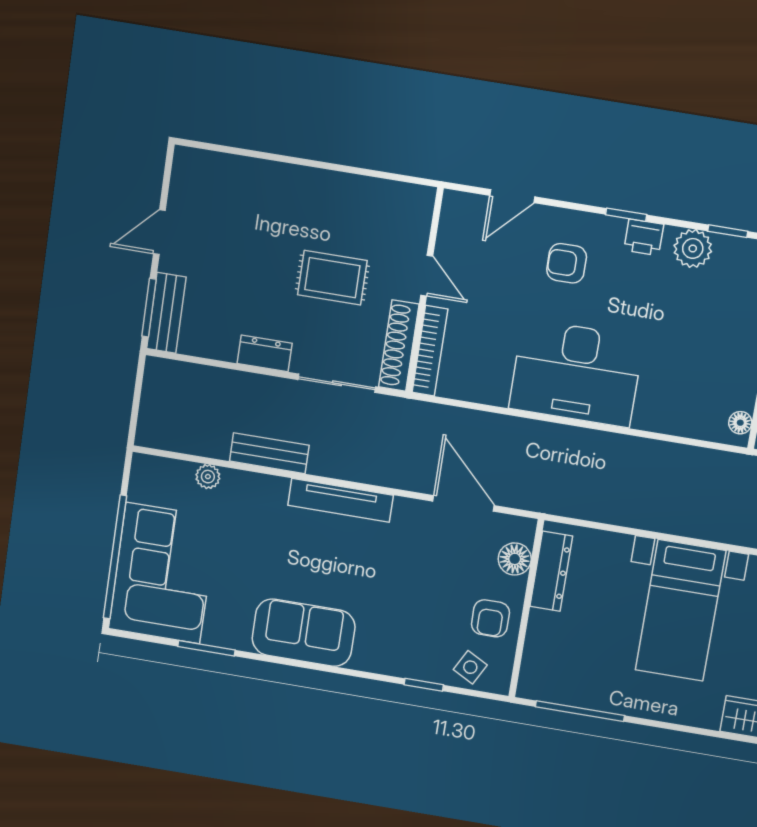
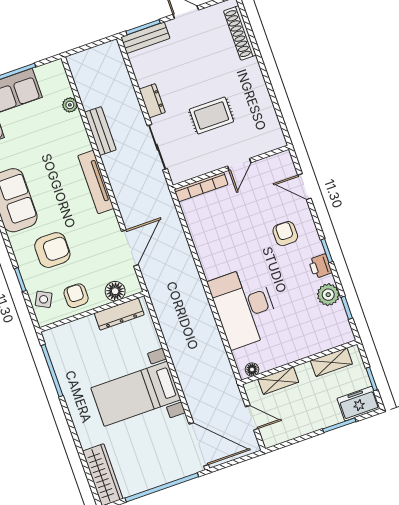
rug: (332, 278) -> (211, 116), turned 90
shoe rack: (399, 346) -> (240, 33), moved, turned -90
desk: (576, 373) -> (244, 307), moved
armchair: (406, 616) -> (52, 250), added
armchair: (490, 618) -> (76, 296), turned 90

